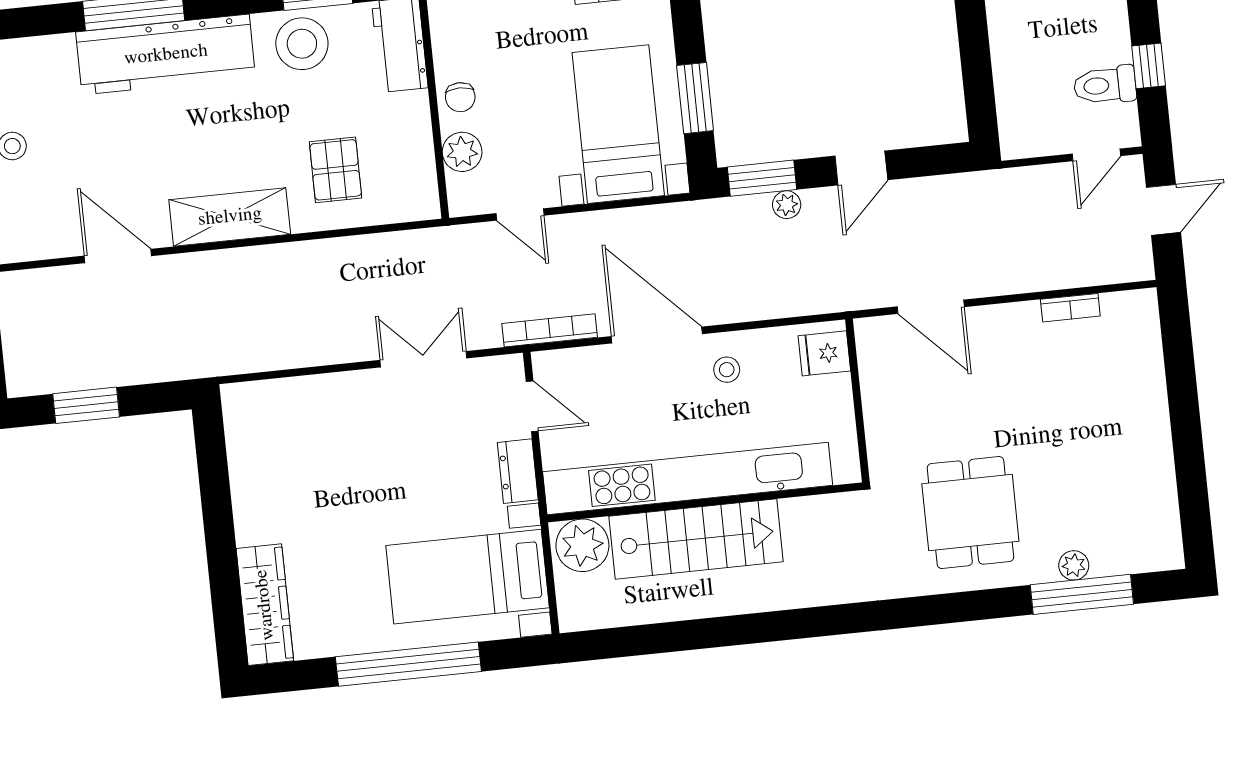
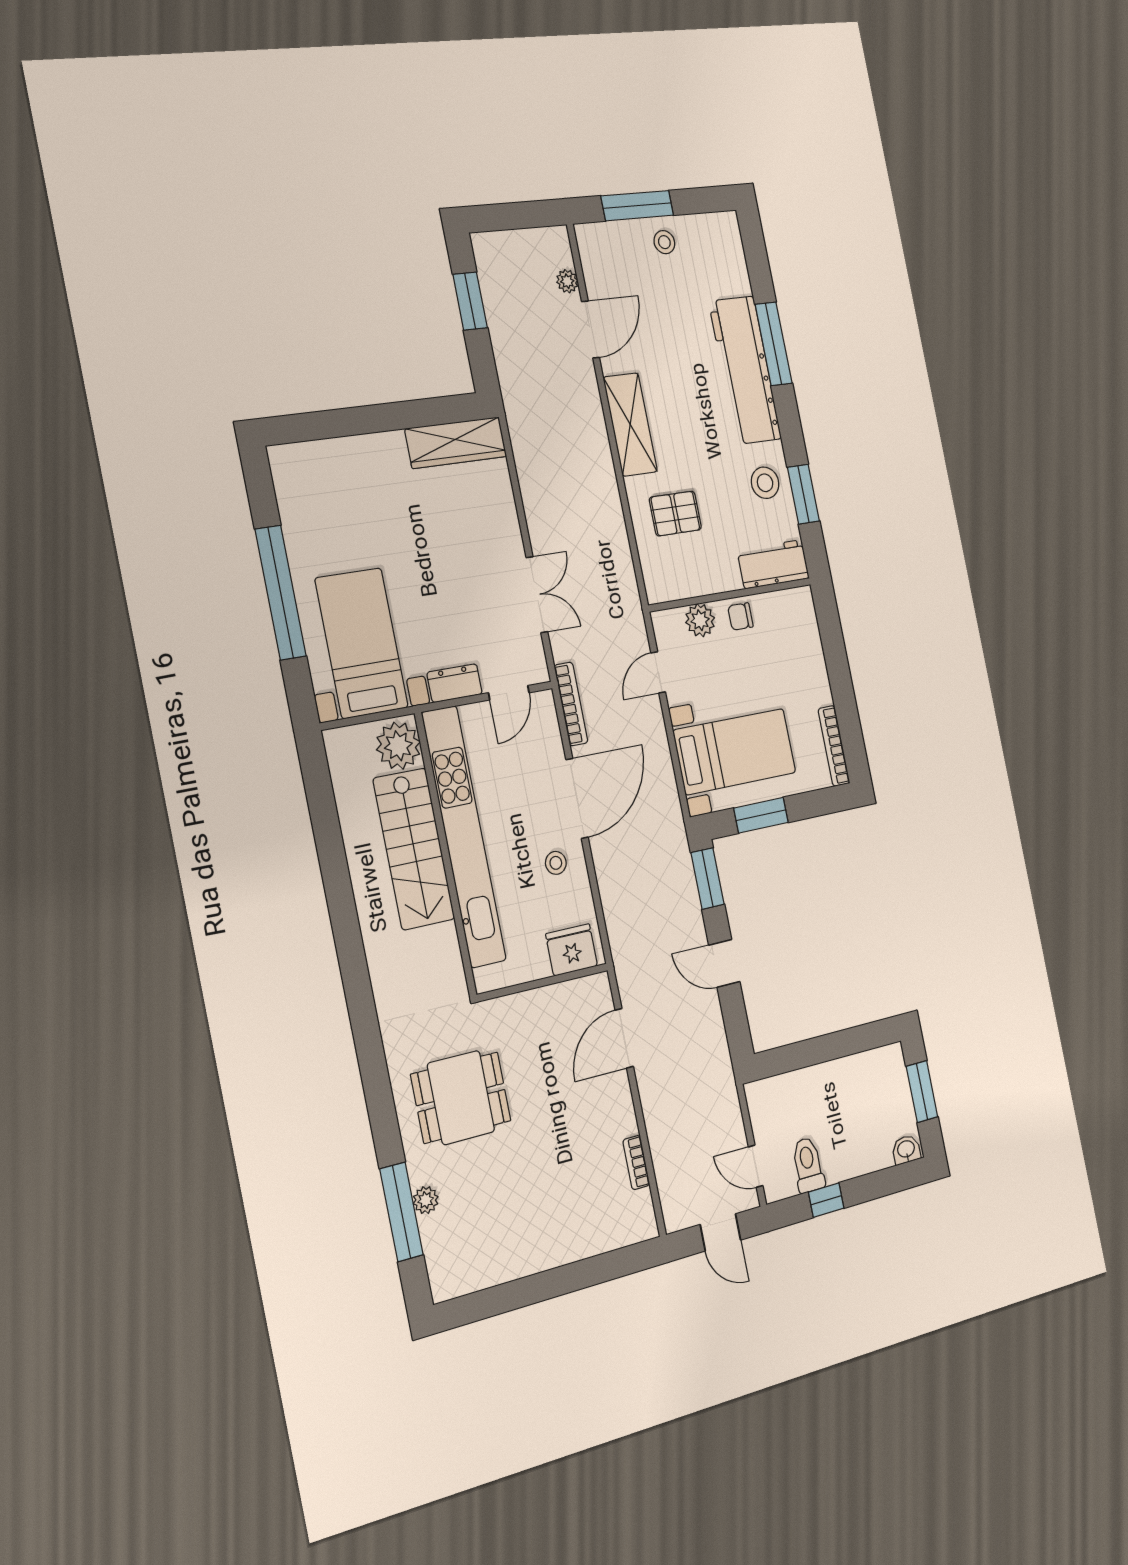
stool: (302, 44) -> (765, 483), width x0.73, depth x0.73
plant: (787, 205) -> (567, 281), moved
fridge: (824, 353) -> (572, 950), width x1.38
wardrobe: (265, 605) -> (456, 443), moved

